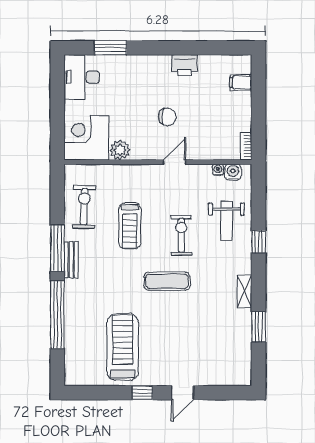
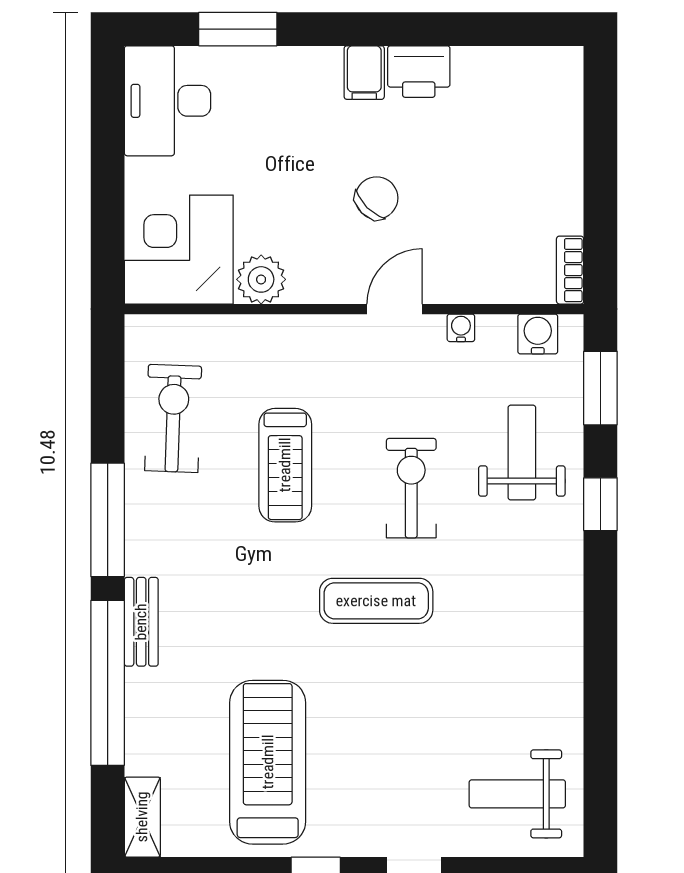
filing cabinet: (241, 82) -> (364, 73), moved, turned -90
chair: (167, 117) -> (377, 198), turned -45
water cooler: (218, 170) -> (461, 328), moved
weight bench: (226, 221) -> (522, 453), turned 180
bench: (71, 260) -> (141, 622), moved
shelving: (244, 291) -> (142, 817), moved
window: (259, 327) -> (600, 388), moved
weight bench: (225, 360) -> (517, 794), added

